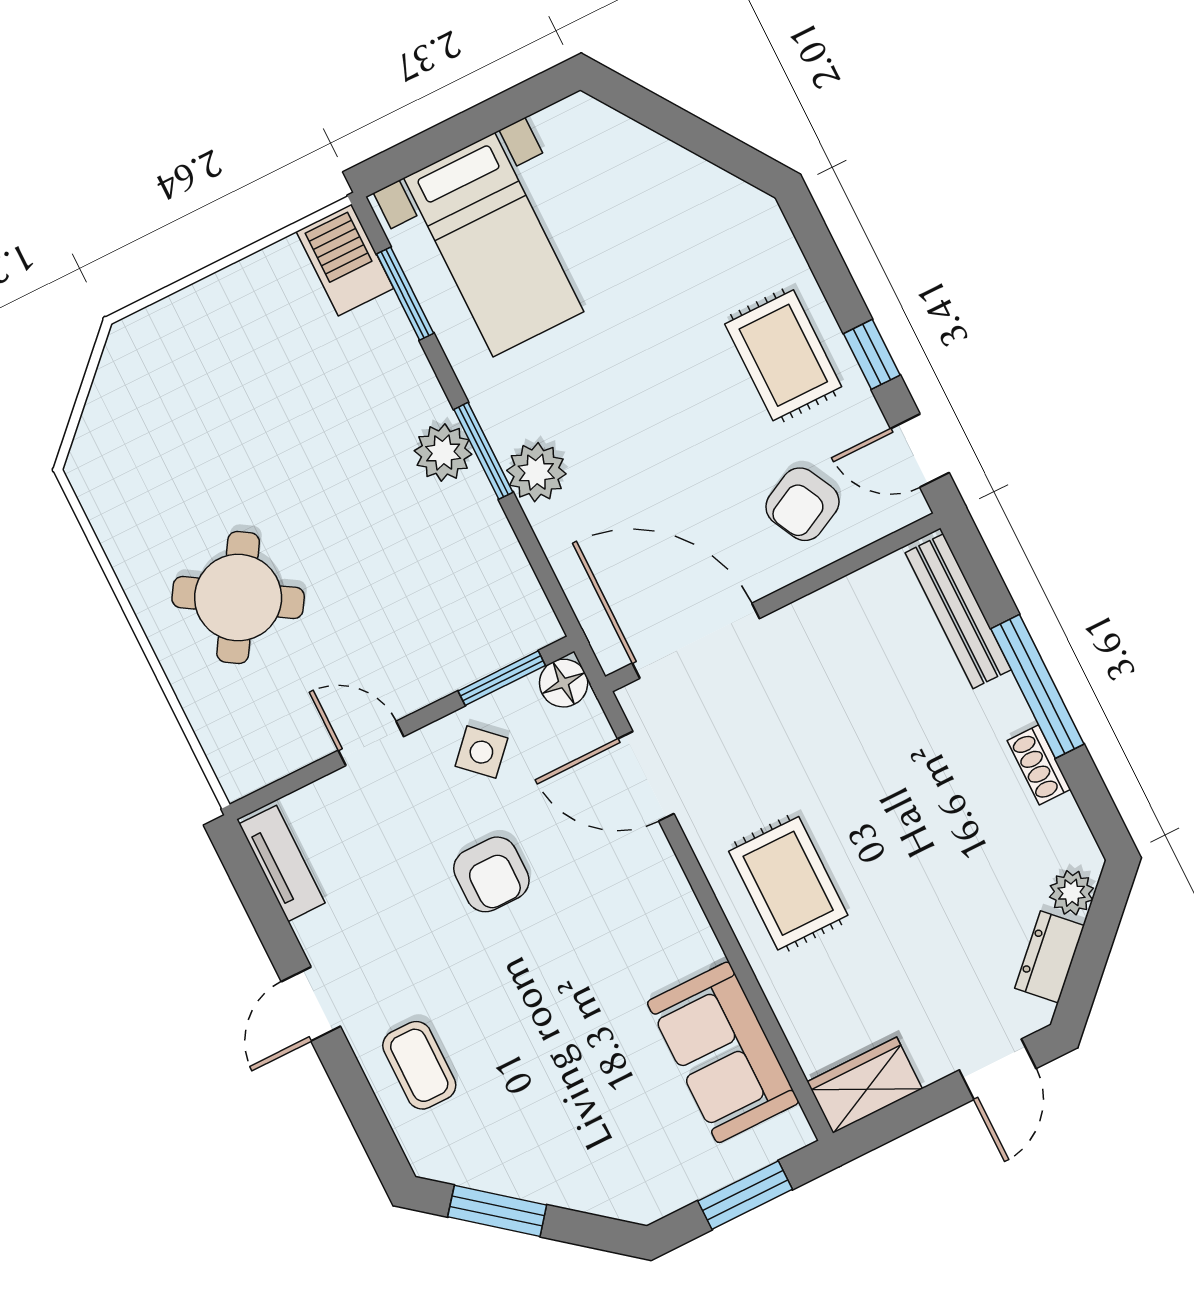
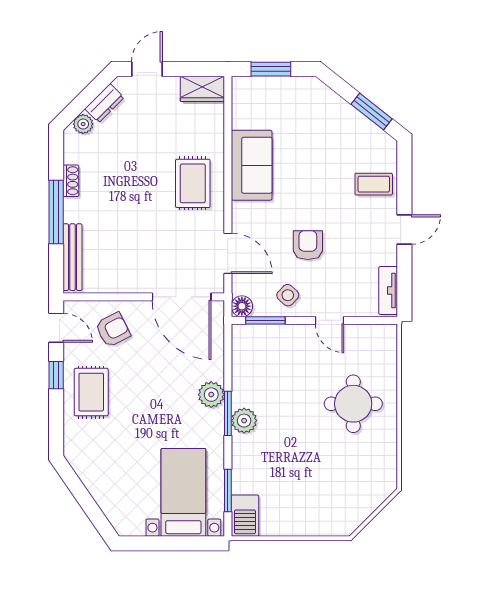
round table: (238, 598) -> (353, 404), turned -32
sofa: (723, 1052) -> (252, 165), moved
coffee table: (419, 1065) -> (374, 184), turned 90

